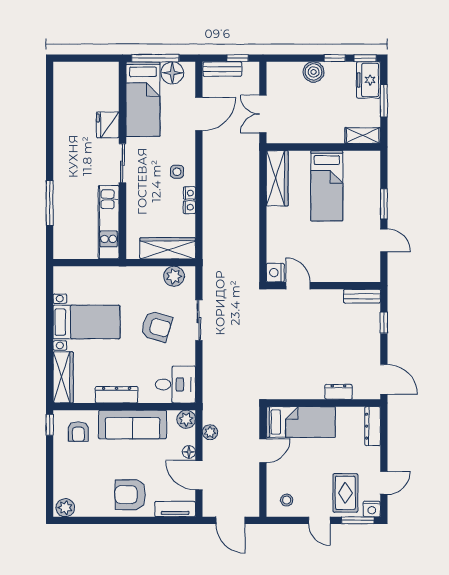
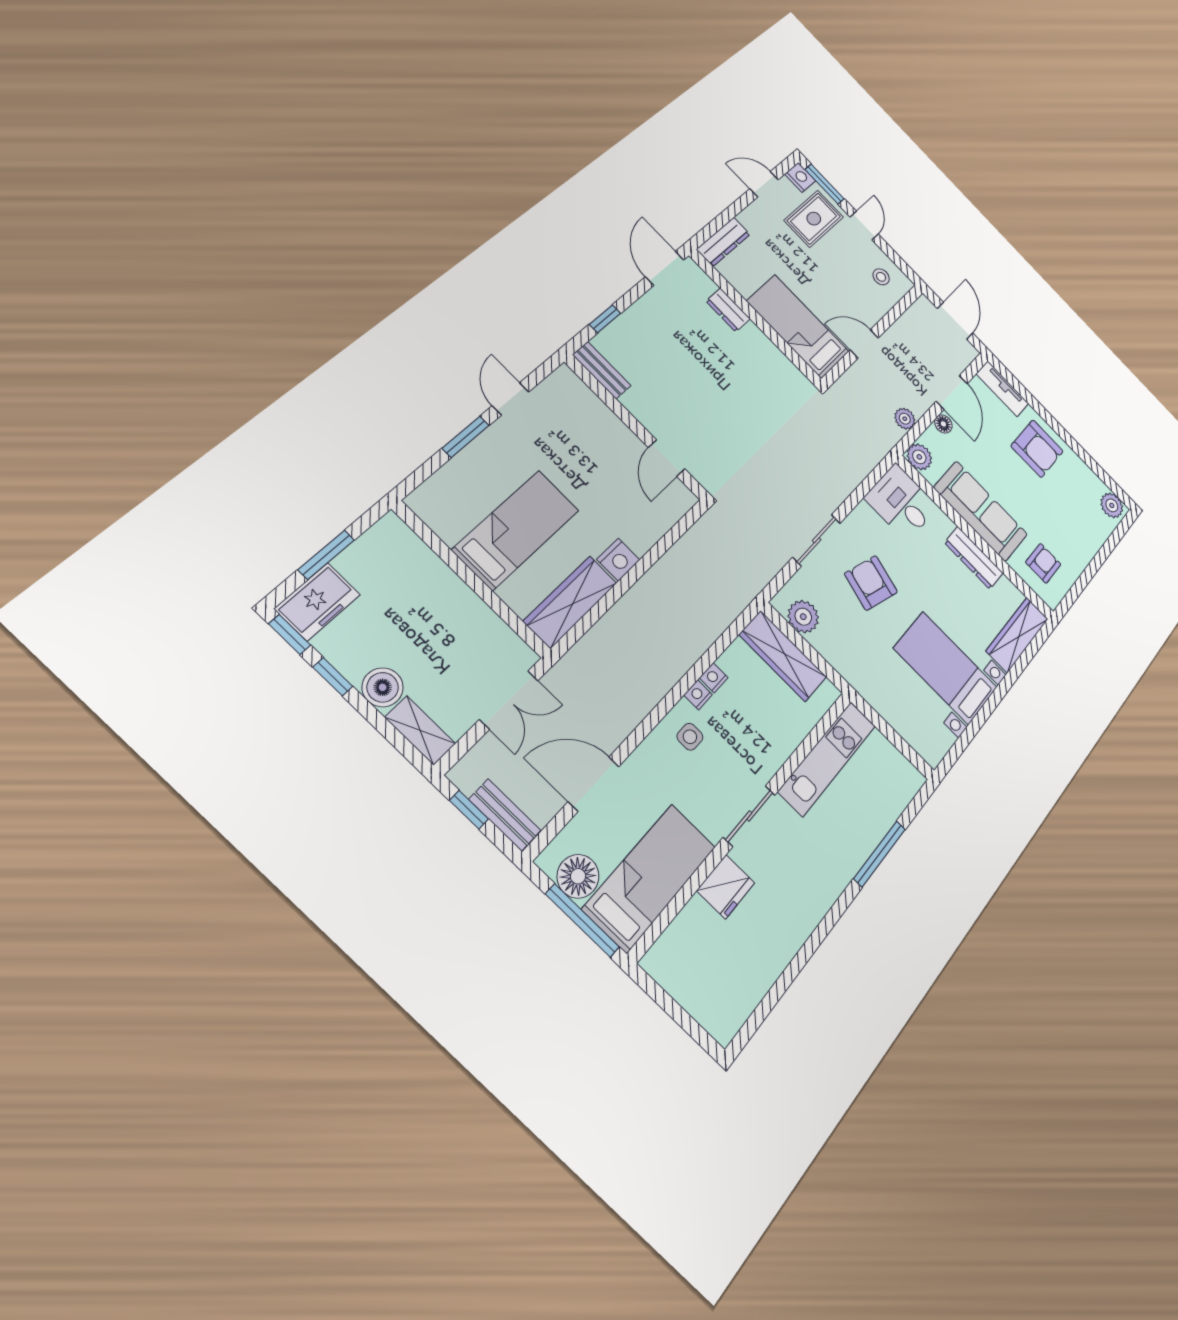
shelving: (363, 136) -> (420, 730), moved
nightstand: (275, 273) -> (618, 560), moved
window: (50, 425) -> (1068, 601), removed

